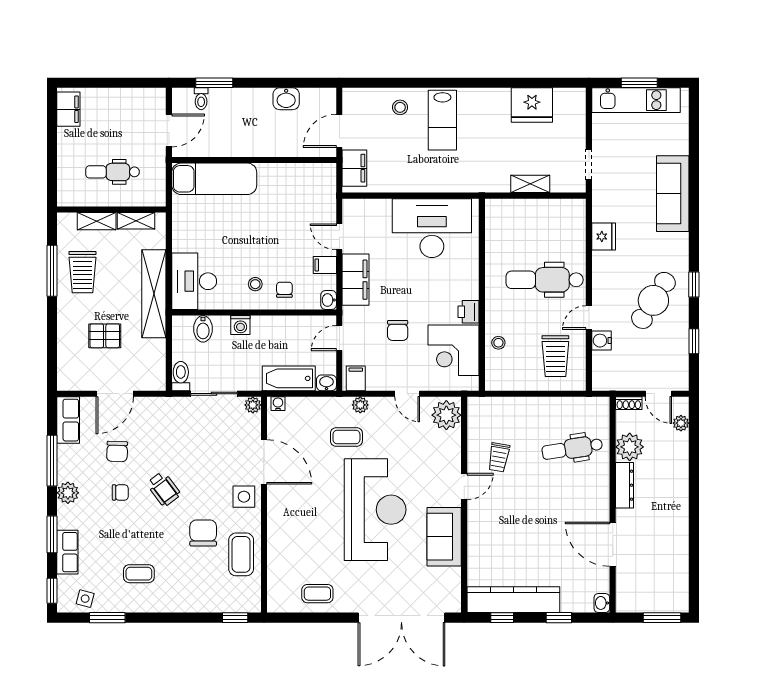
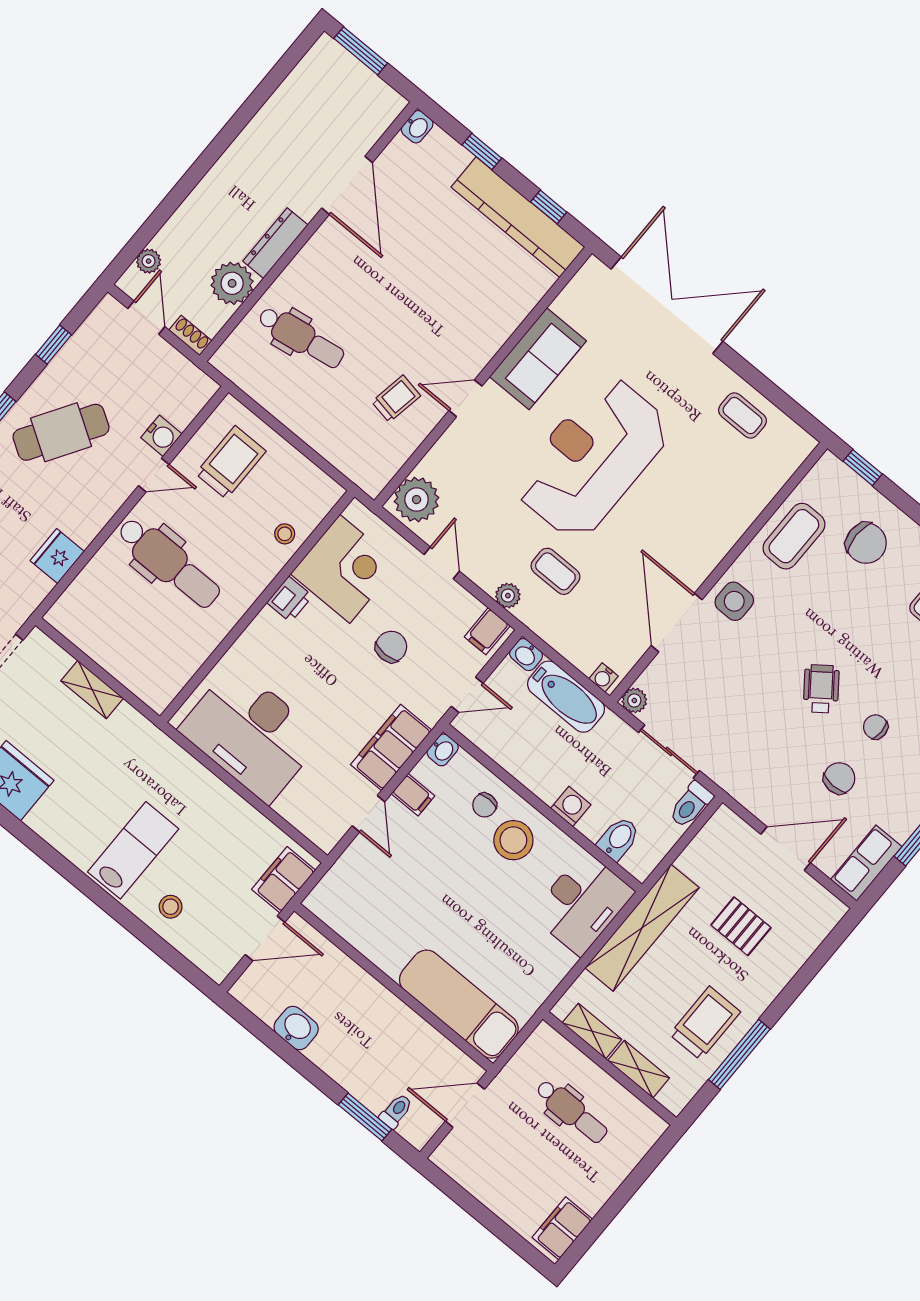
stool: (255, 284) -> (513, 840), width x1.89, depth x1.89
chair: (203, 533) -> (866, 543), moved, turned -90

